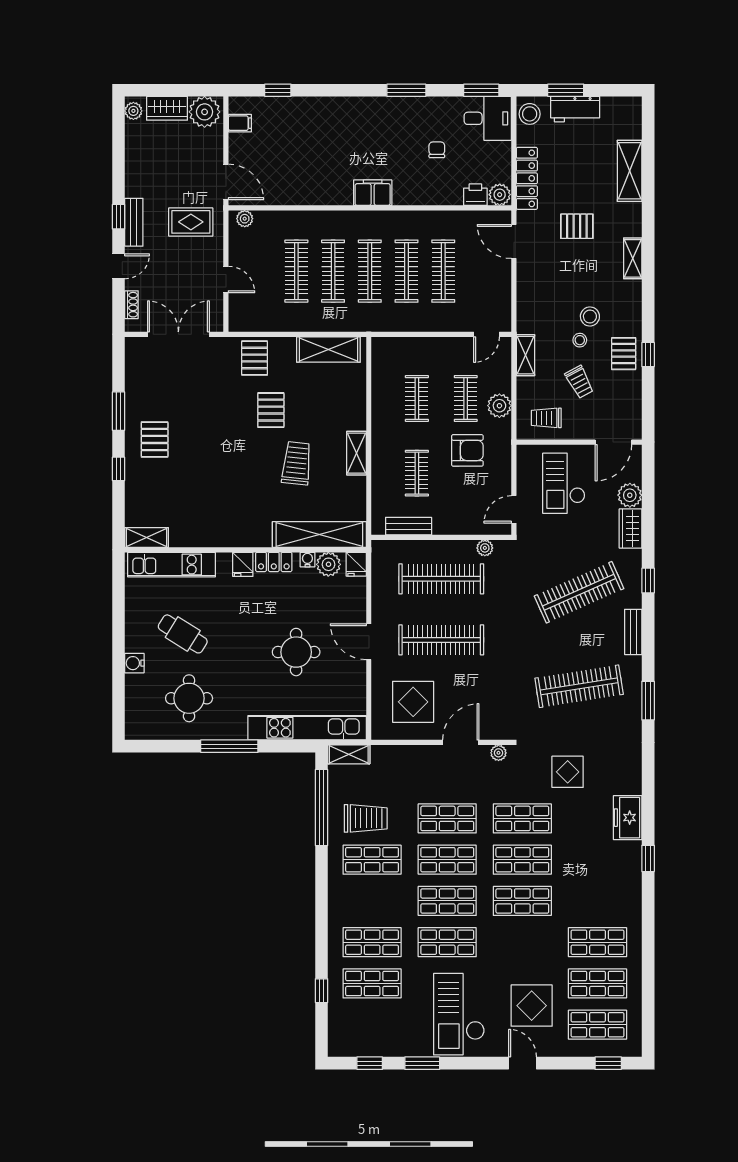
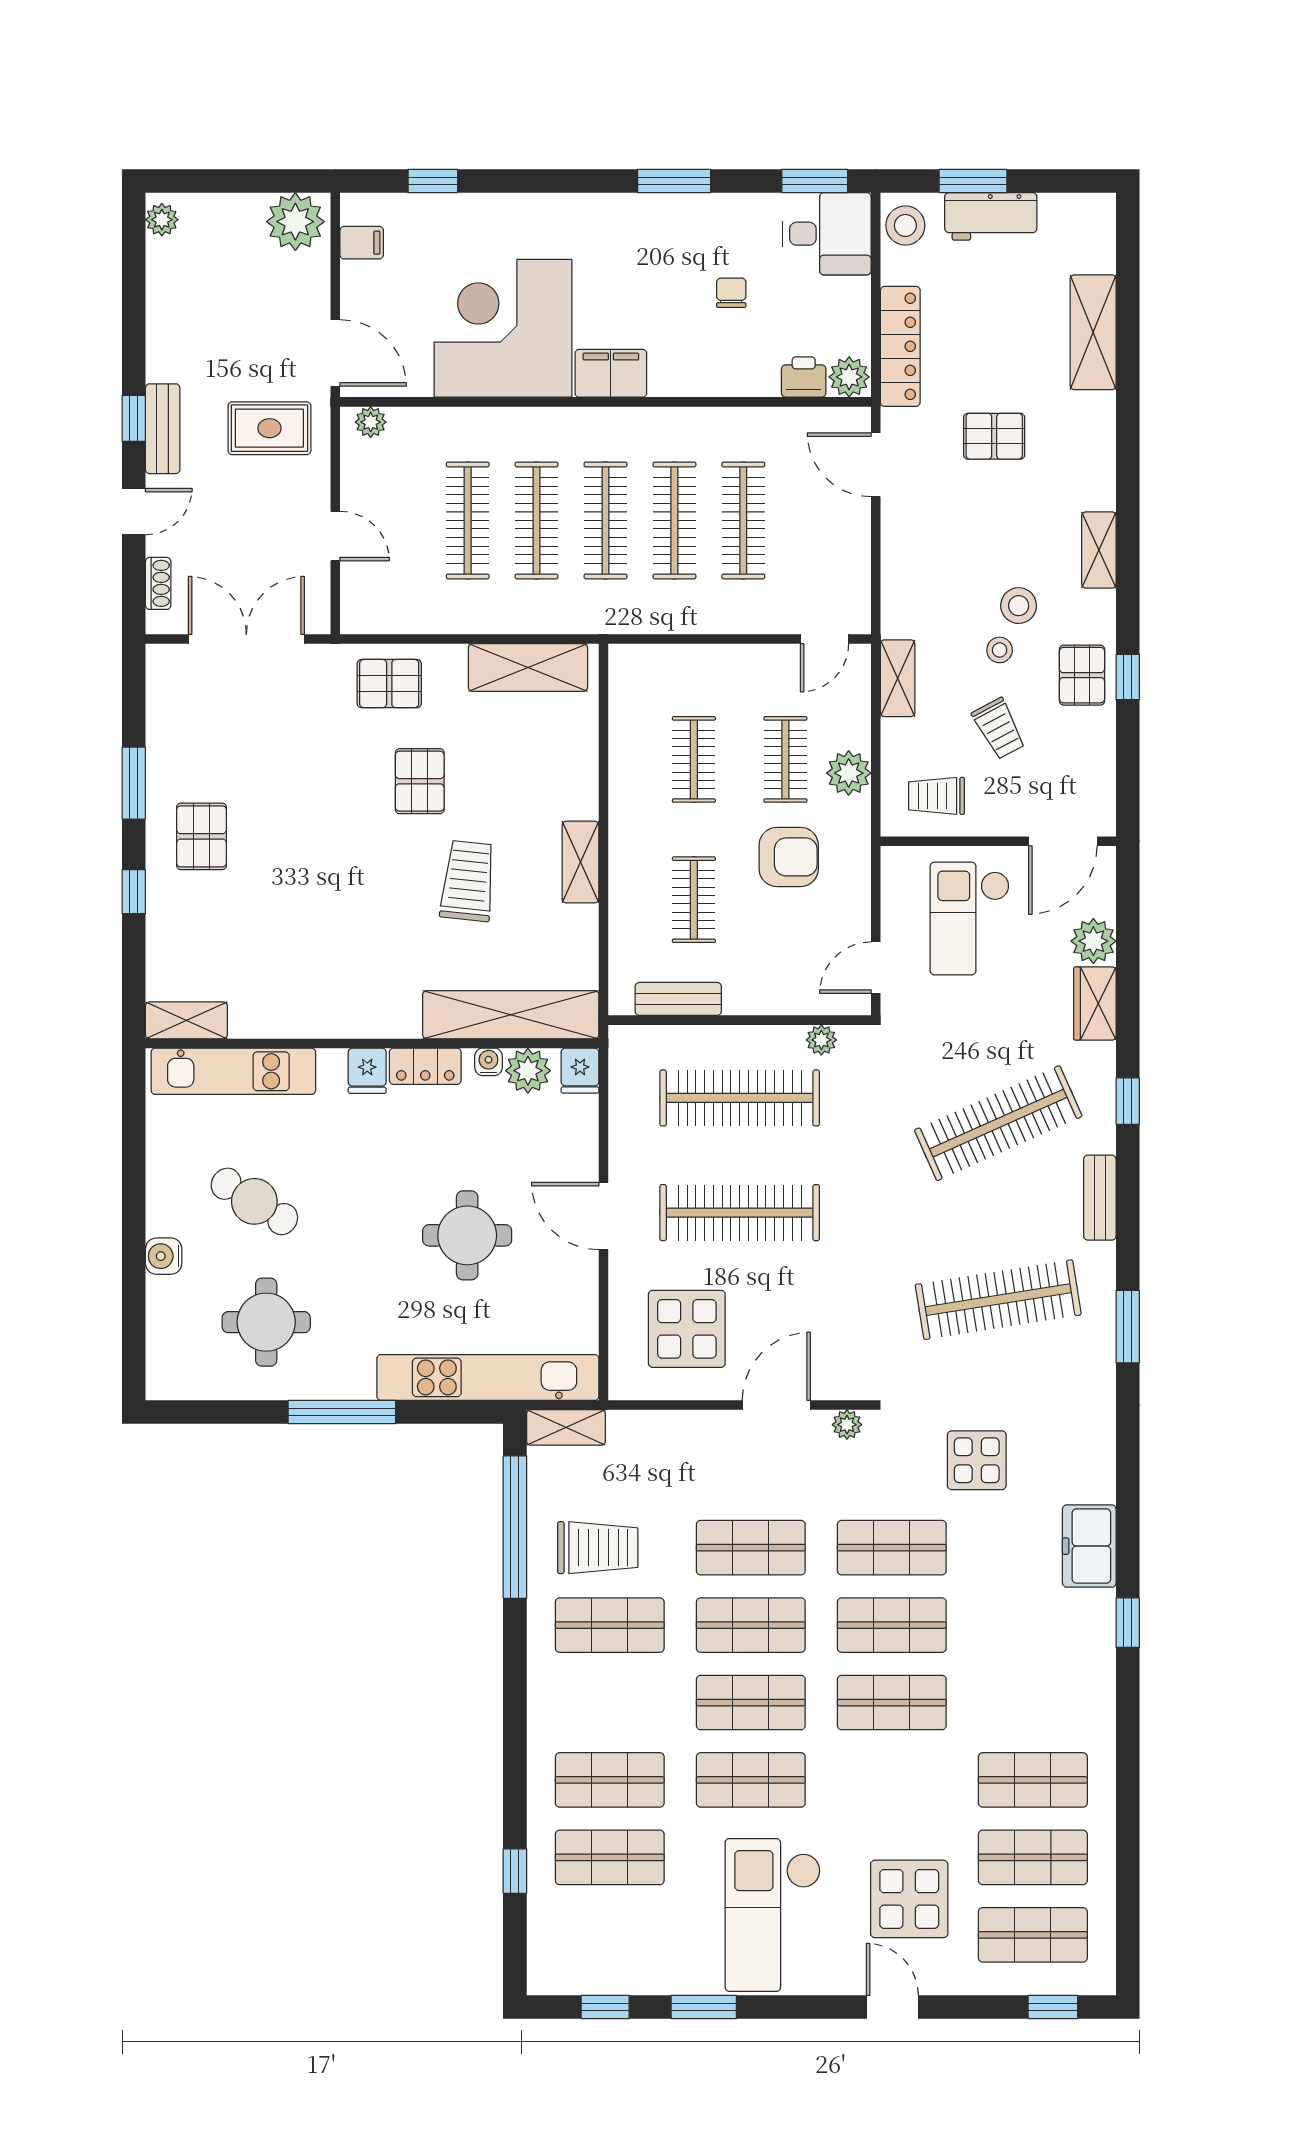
wardrobe: (167, 108) -> (225, 215), removed
corner desk: (315, 169) -> (503, 328), added
shelving: (633, 258) -> (1099, 550), moved
pallet: (255, 358) -> (389, 684), turned 90

